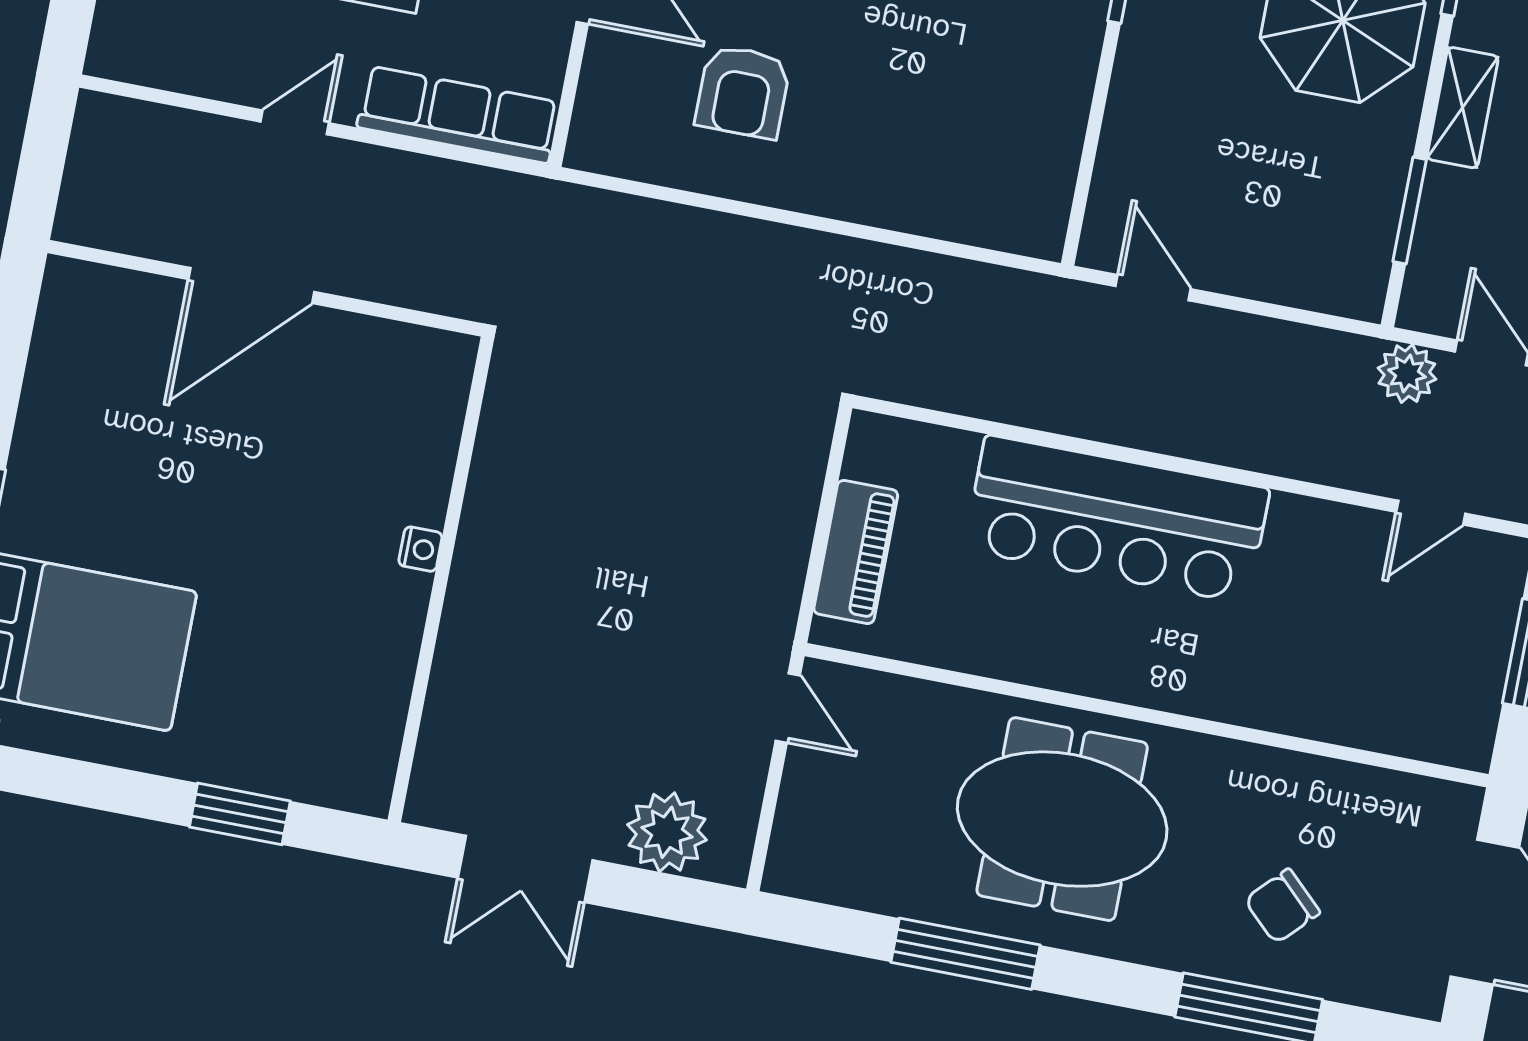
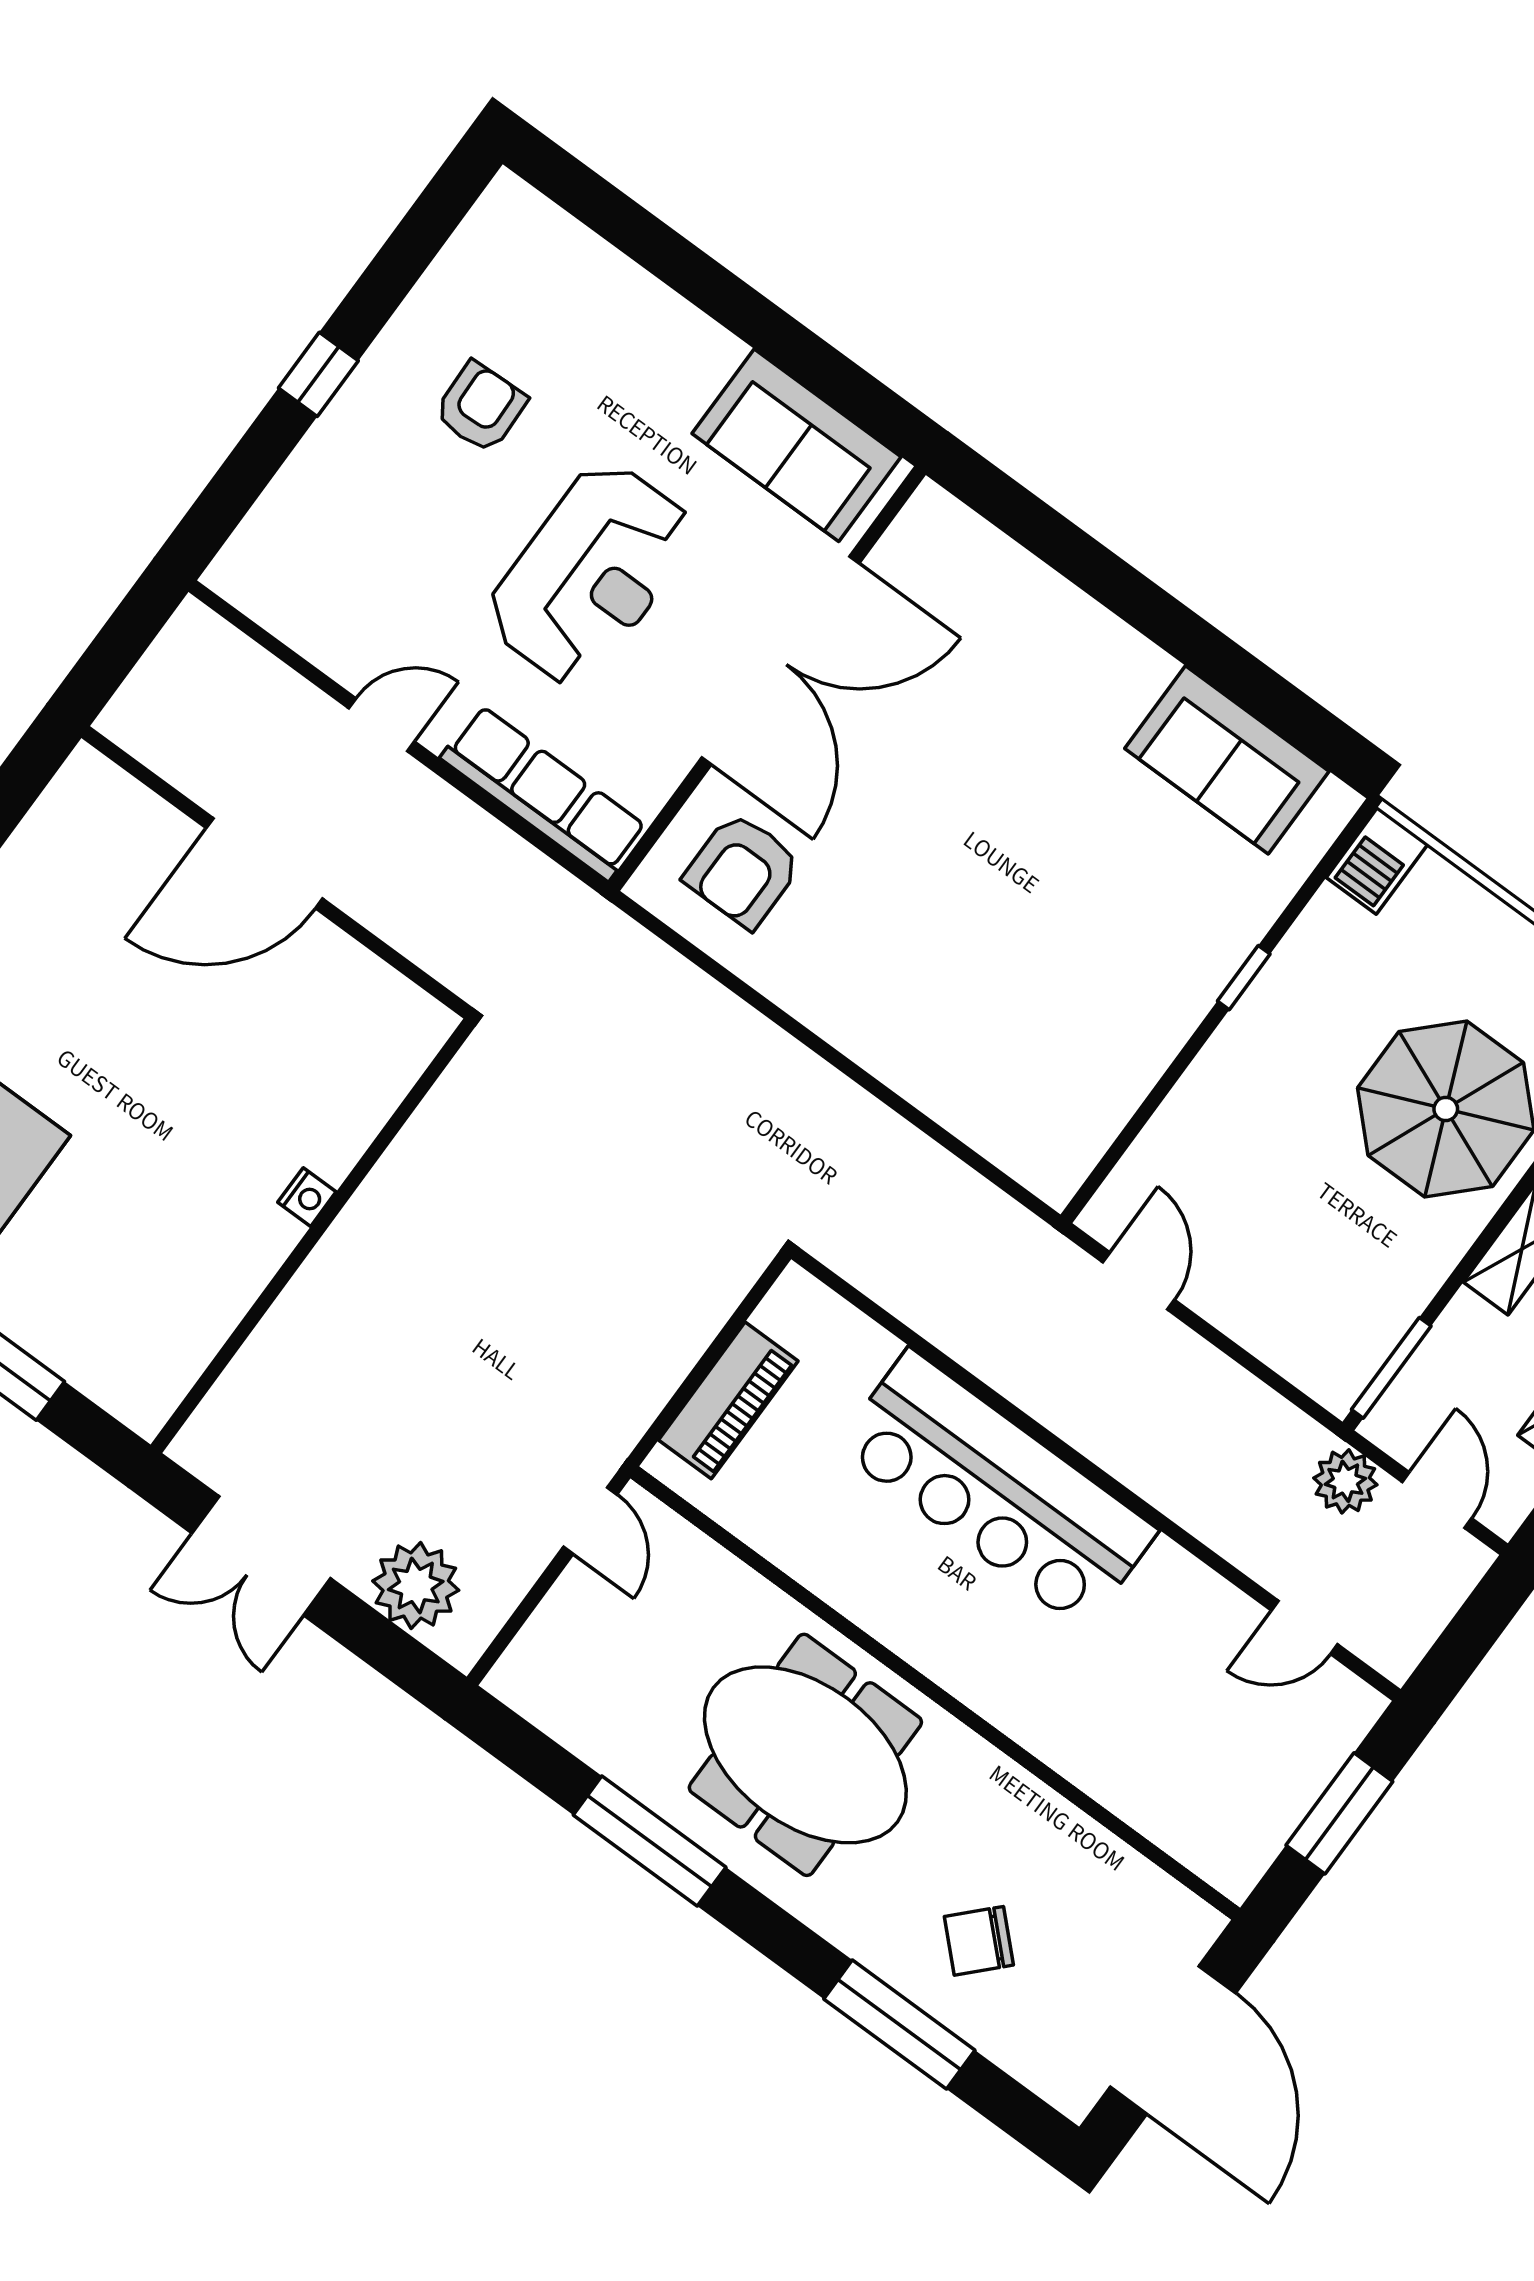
armchair: (743, 92) -> (743, 870), moved
window: (1410, 210) -> (1391, 1368), moved

